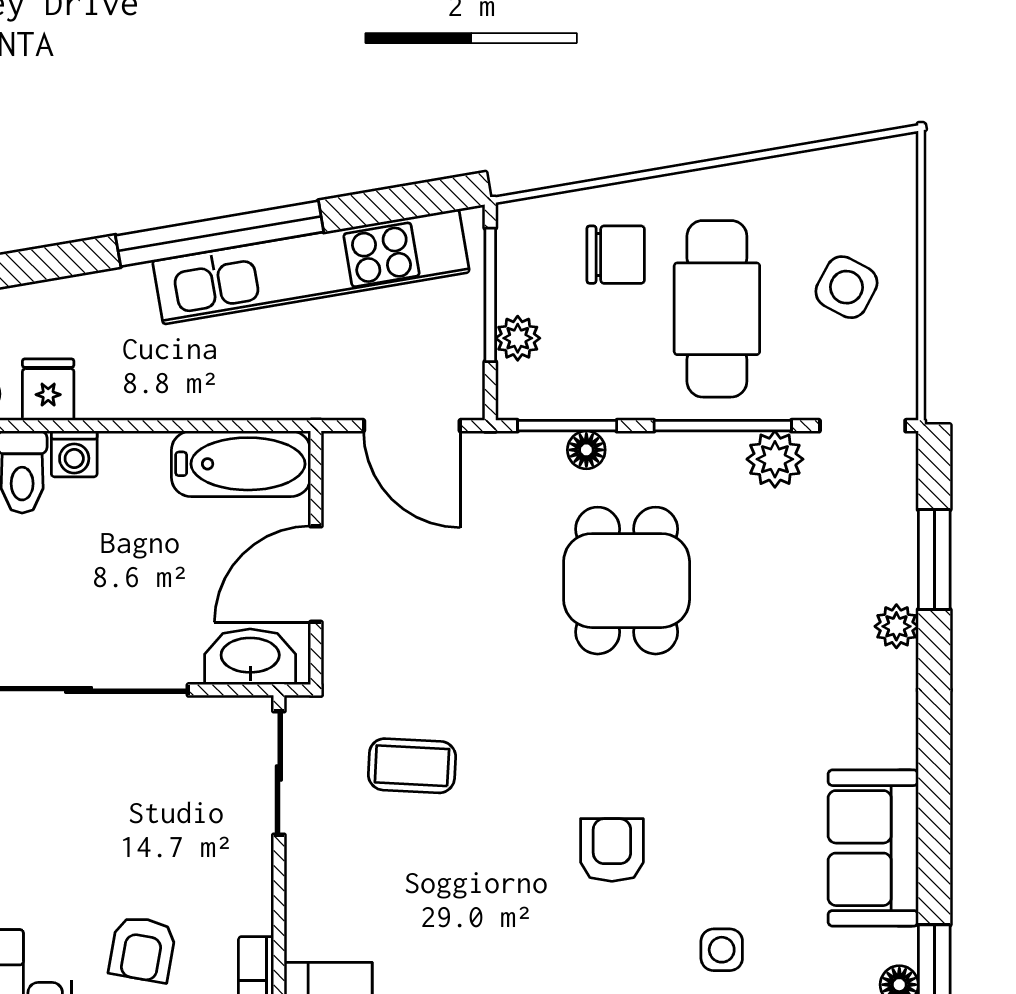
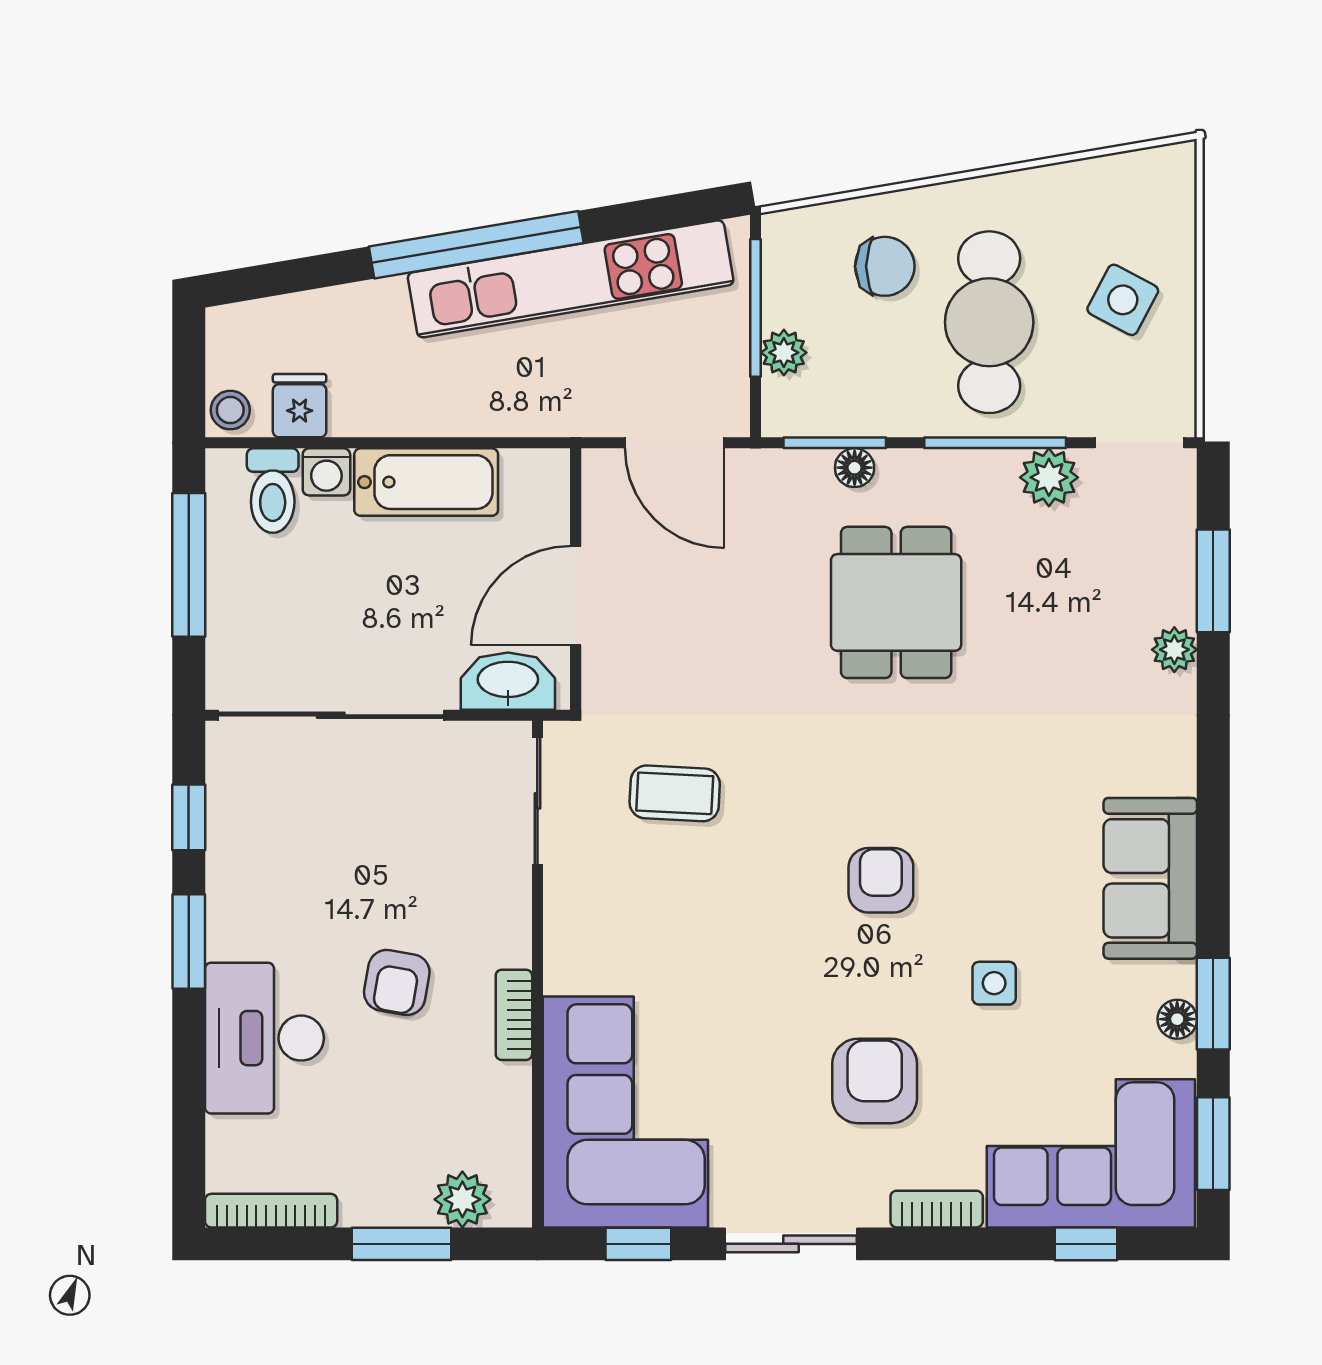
bathtub: (241, 464) -> (426, 482), moved

